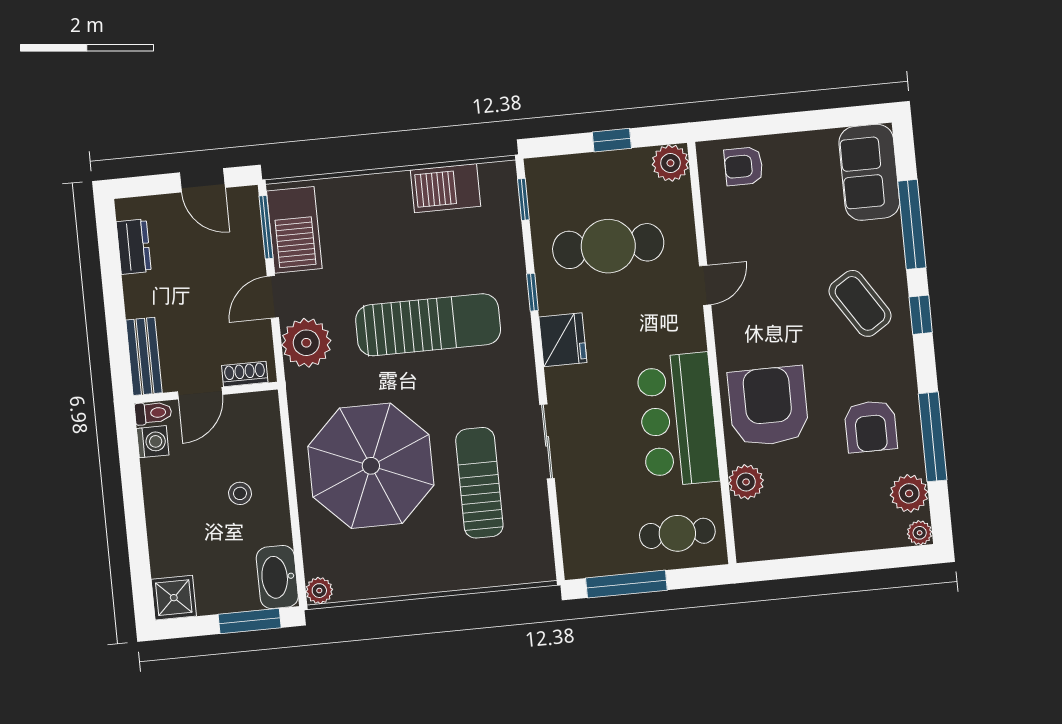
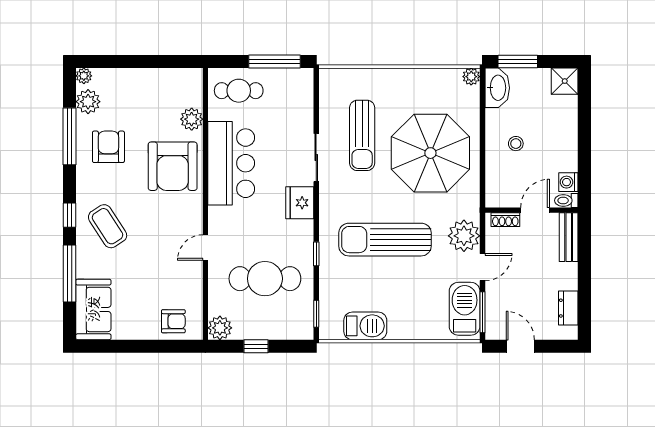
fridge: (563, 340) -> (300, 203), moved

